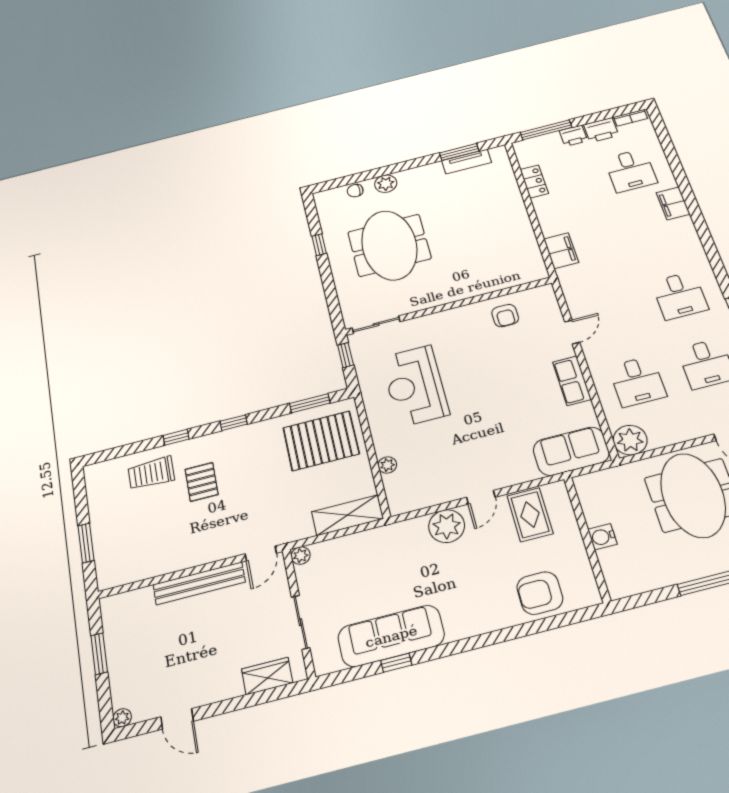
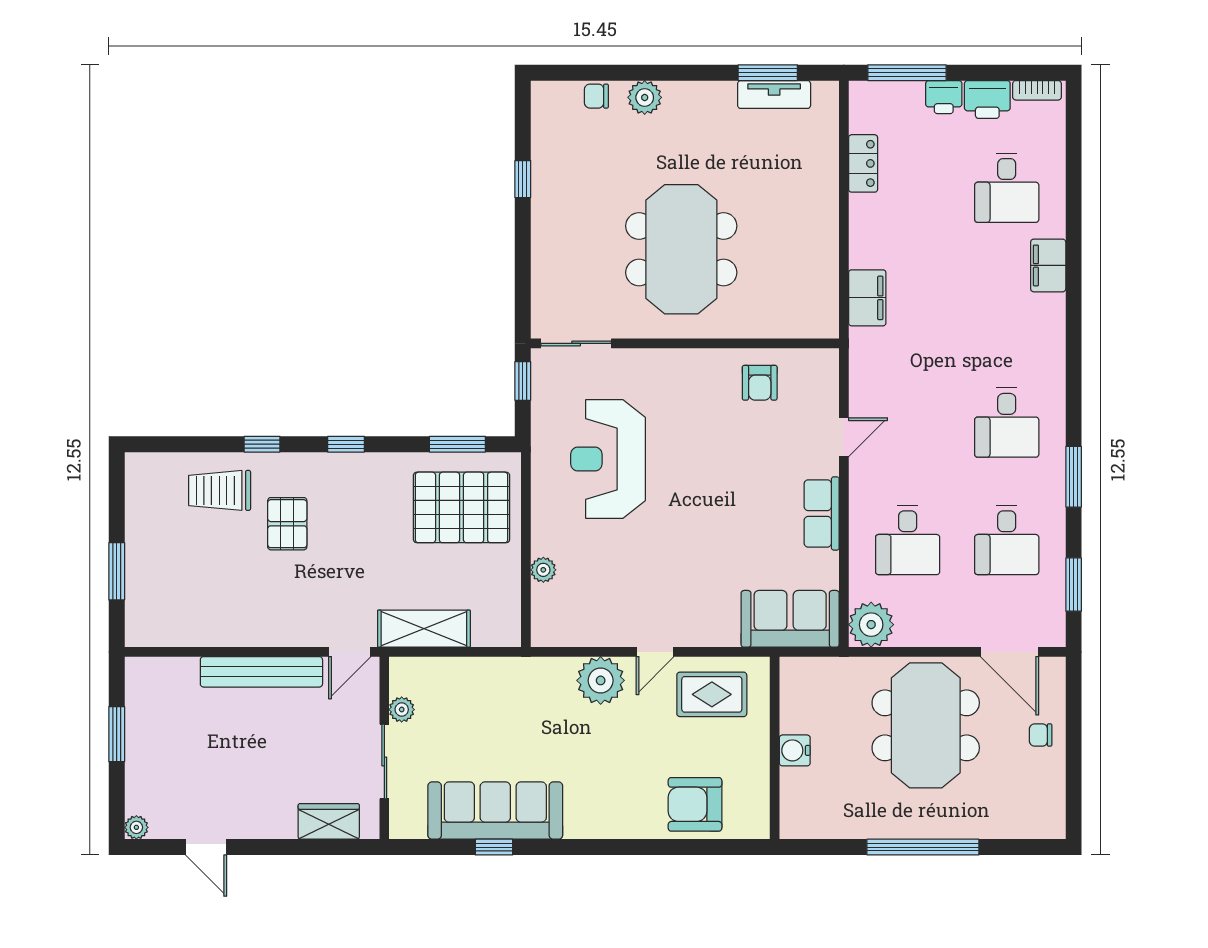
meeting table: (389, 245) -> (681, 249), moved
shelving: (347, 515) -> (424, 629), moved
rug: (530, 515) -> (712, 694), turned 90
plant: (301, 556) -> (402, 710), moved

